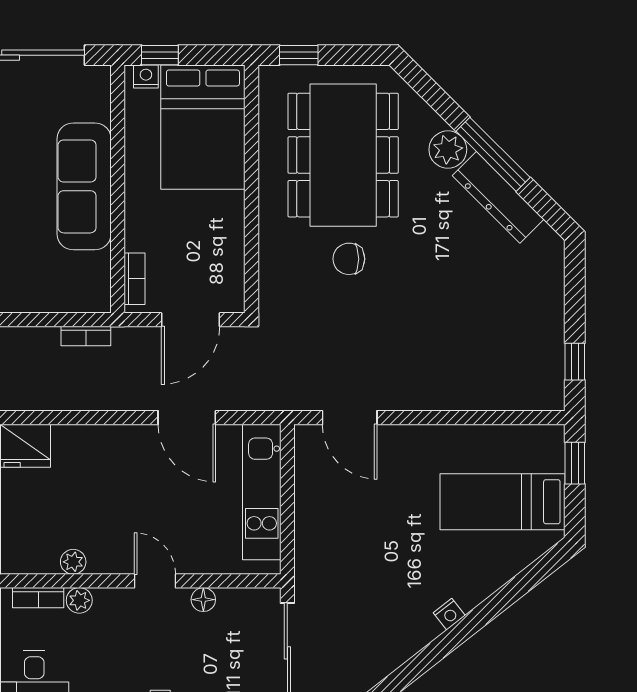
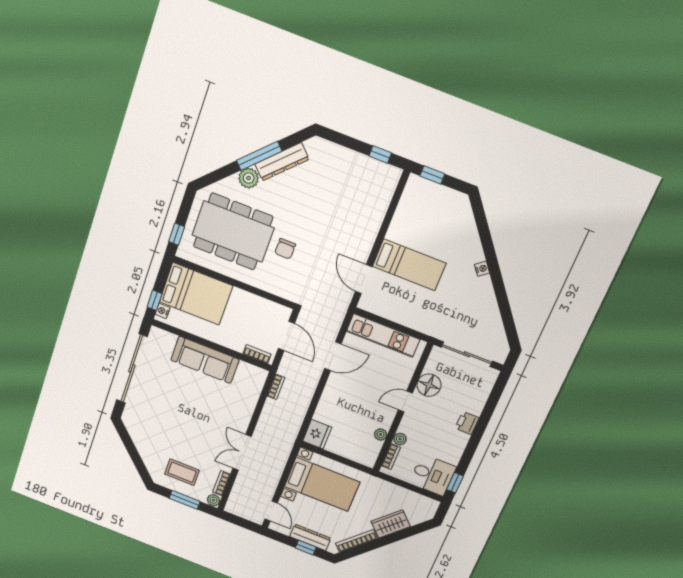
door: (350, 418) -> (364, 279), swing flipped
bed: (502, 502) -> (409, 265), moved, turned -90
floor lamp: (203, 600) -> (429, 385), width x1.89, depth x1.89

